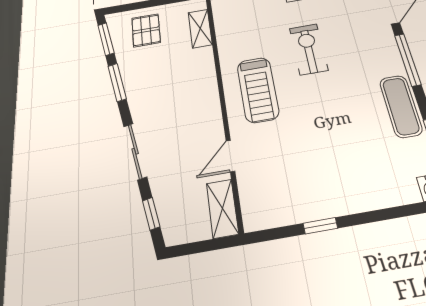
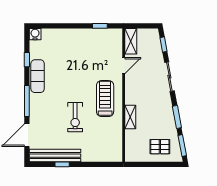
shelving: (200, 28) -> (130, 117), moved
pallet: (146, 30) -> (160, 147), turned 90
window: (320, 226) -> (100, 26), moved

